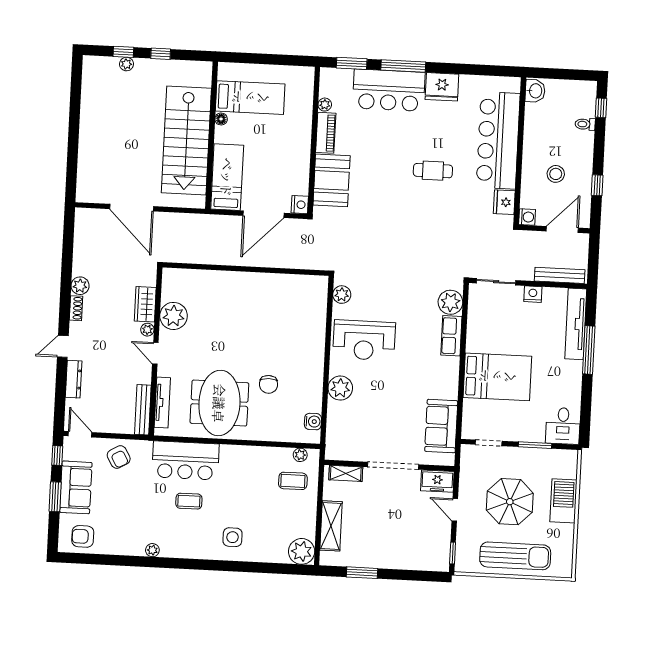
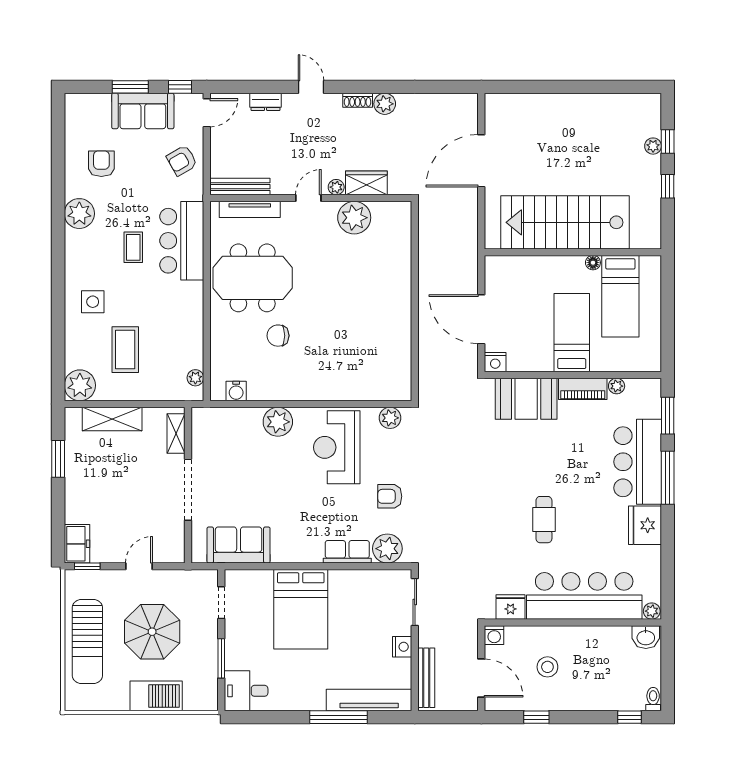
plant: (514, 85) -> (652, 611), added
toilet: (585, 124) -> (653, 699), moved
bed: (227, 177) -> (572, 333), moved, turned -90
armchair: (407, 298) -> (390, 496), added
dresser: (74, 379) -> (266, 102), width x0.70
coffee table: (293, 481) -> (125, 350), moved, width x1.36, depth x1.30
freezer: (437, 481) -> (77, 544), moved, turned 180
armchair: (83, 536) -> (101, 164), moved
plant: (152, 550) -> (79, 214), width x1.88, depth x1.88

